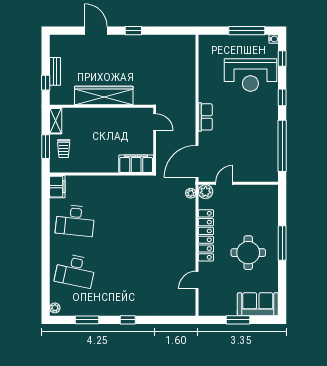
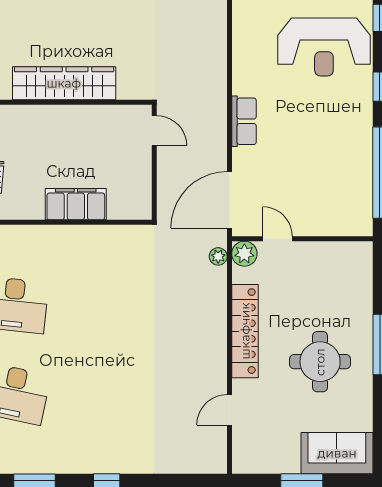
filing cabinet: (136, 164) -> (76, 204), moved
door: (224, 183) -> (278, 239), hinge flipped

